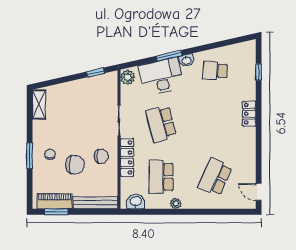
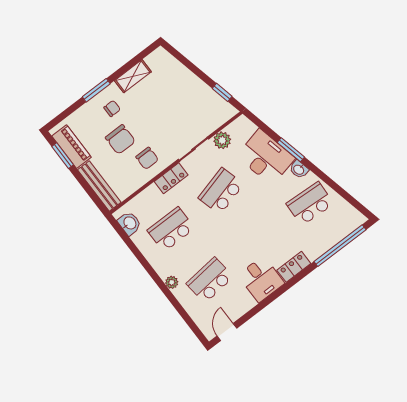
school desk: (215, 71) -> (310, 204), width x1.85
window: (259, 72) -> (340, 246), width x3.17
plant: (128, 77) -> (222, 140), moved
shelving: (39, 104) -> (133, 76), moved
desk: (241, 142) -> (261, 279), added
locker: (127, 158) -> (171, 178), width x0.66
school desk: (215, 177) -> (210, 280), turned -30
plant: (176, 204) -> (172, 282), moved

